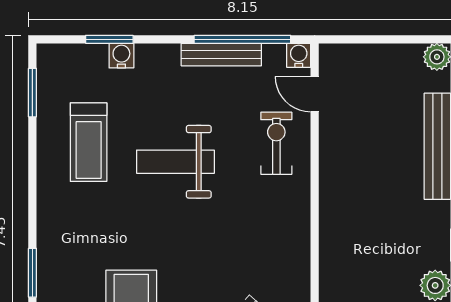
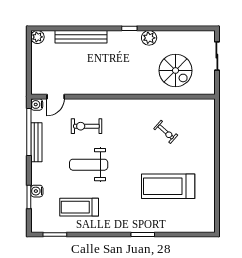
treadmill: (89, 142) -> (79, 207), turned 180
exercise bike: (276, 143) -> (86, 126), moved
weight bench: (175, 162) -> (89, 165), turned 90

